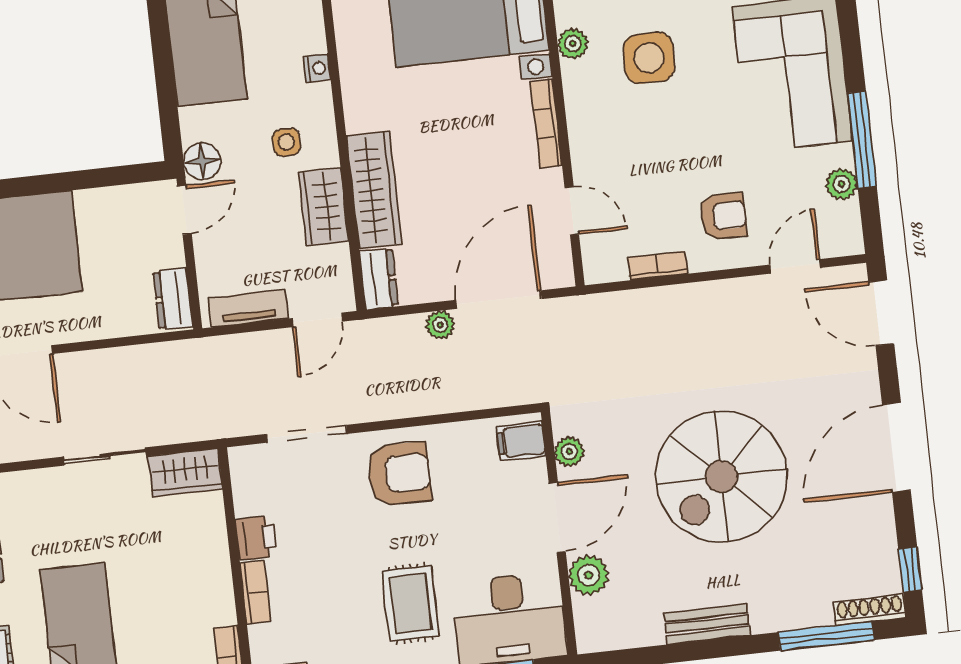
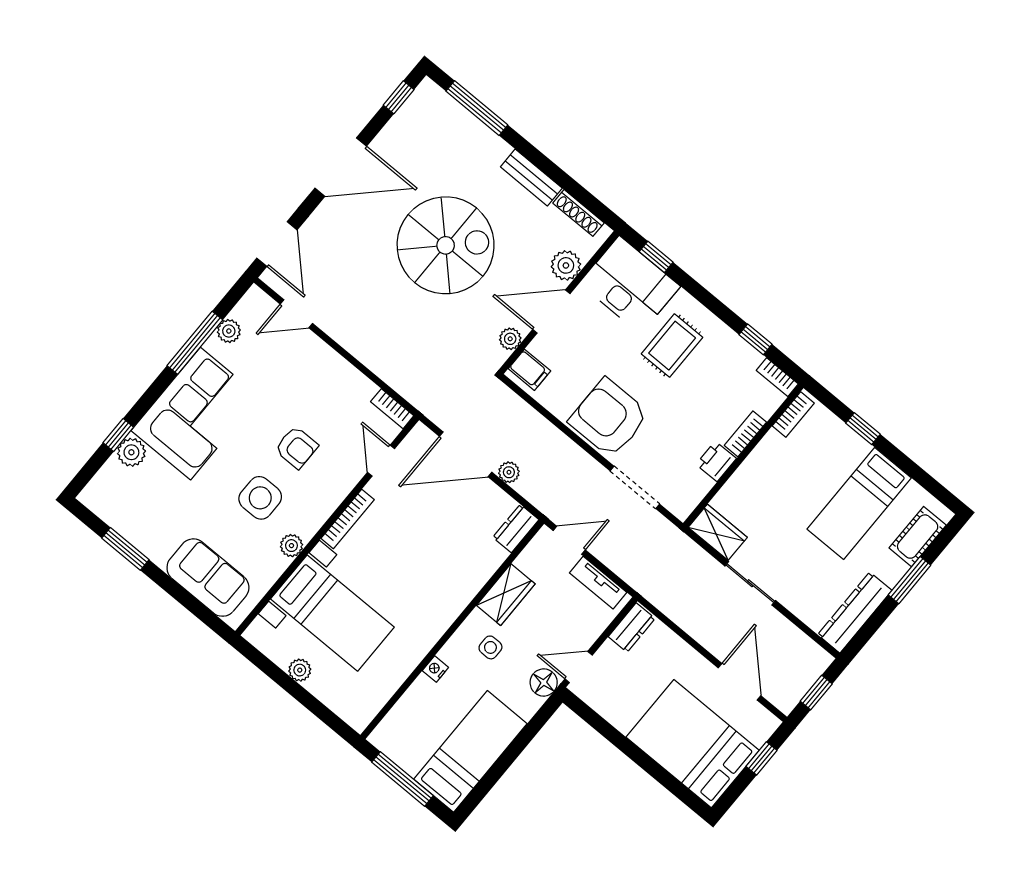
wardrobe: (374, 190) -> (471, 576), removed
armchair: (723, 216) -> (296, 448), moved, turned 180
bookcase: (658, 266) -> (392, 409), moved
armchair: (399, 474) -> (609, 418), width x1.36, depth x1.36
shoe rack: (870, 610) -> (579, 213), moved

